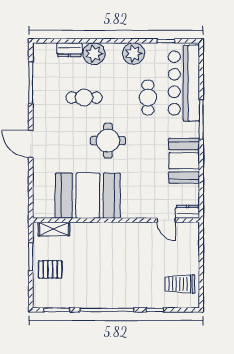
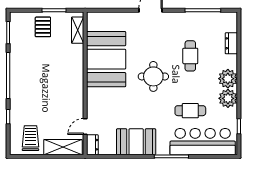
plant: (94, 54) -> (228, 79), moved
shelving: (190, 246) -> (63, 147), added

